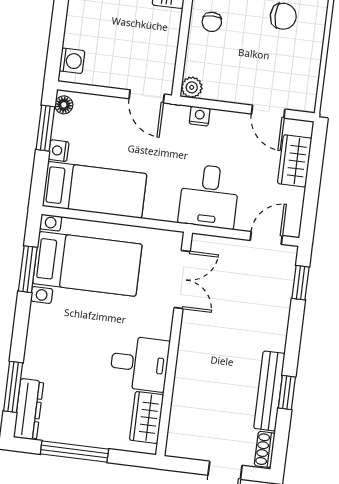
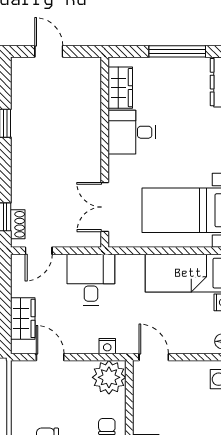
plant: (192, 87) -> (109, 377), width x1.87, depth x1.87
bench: (269, 391) -> (20, 123), removed
shoe rack: (265, 449) -> (18, 224), moved

